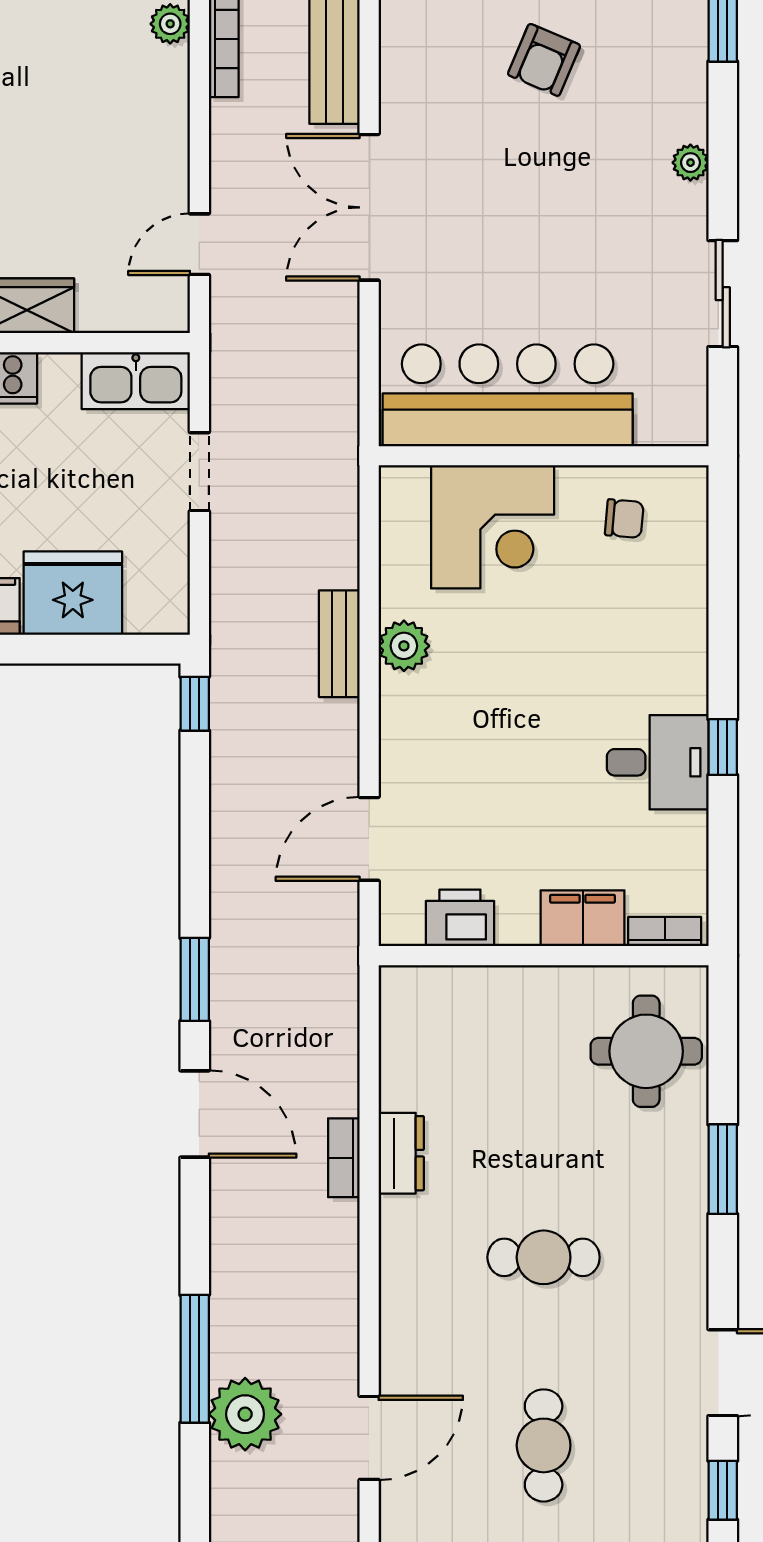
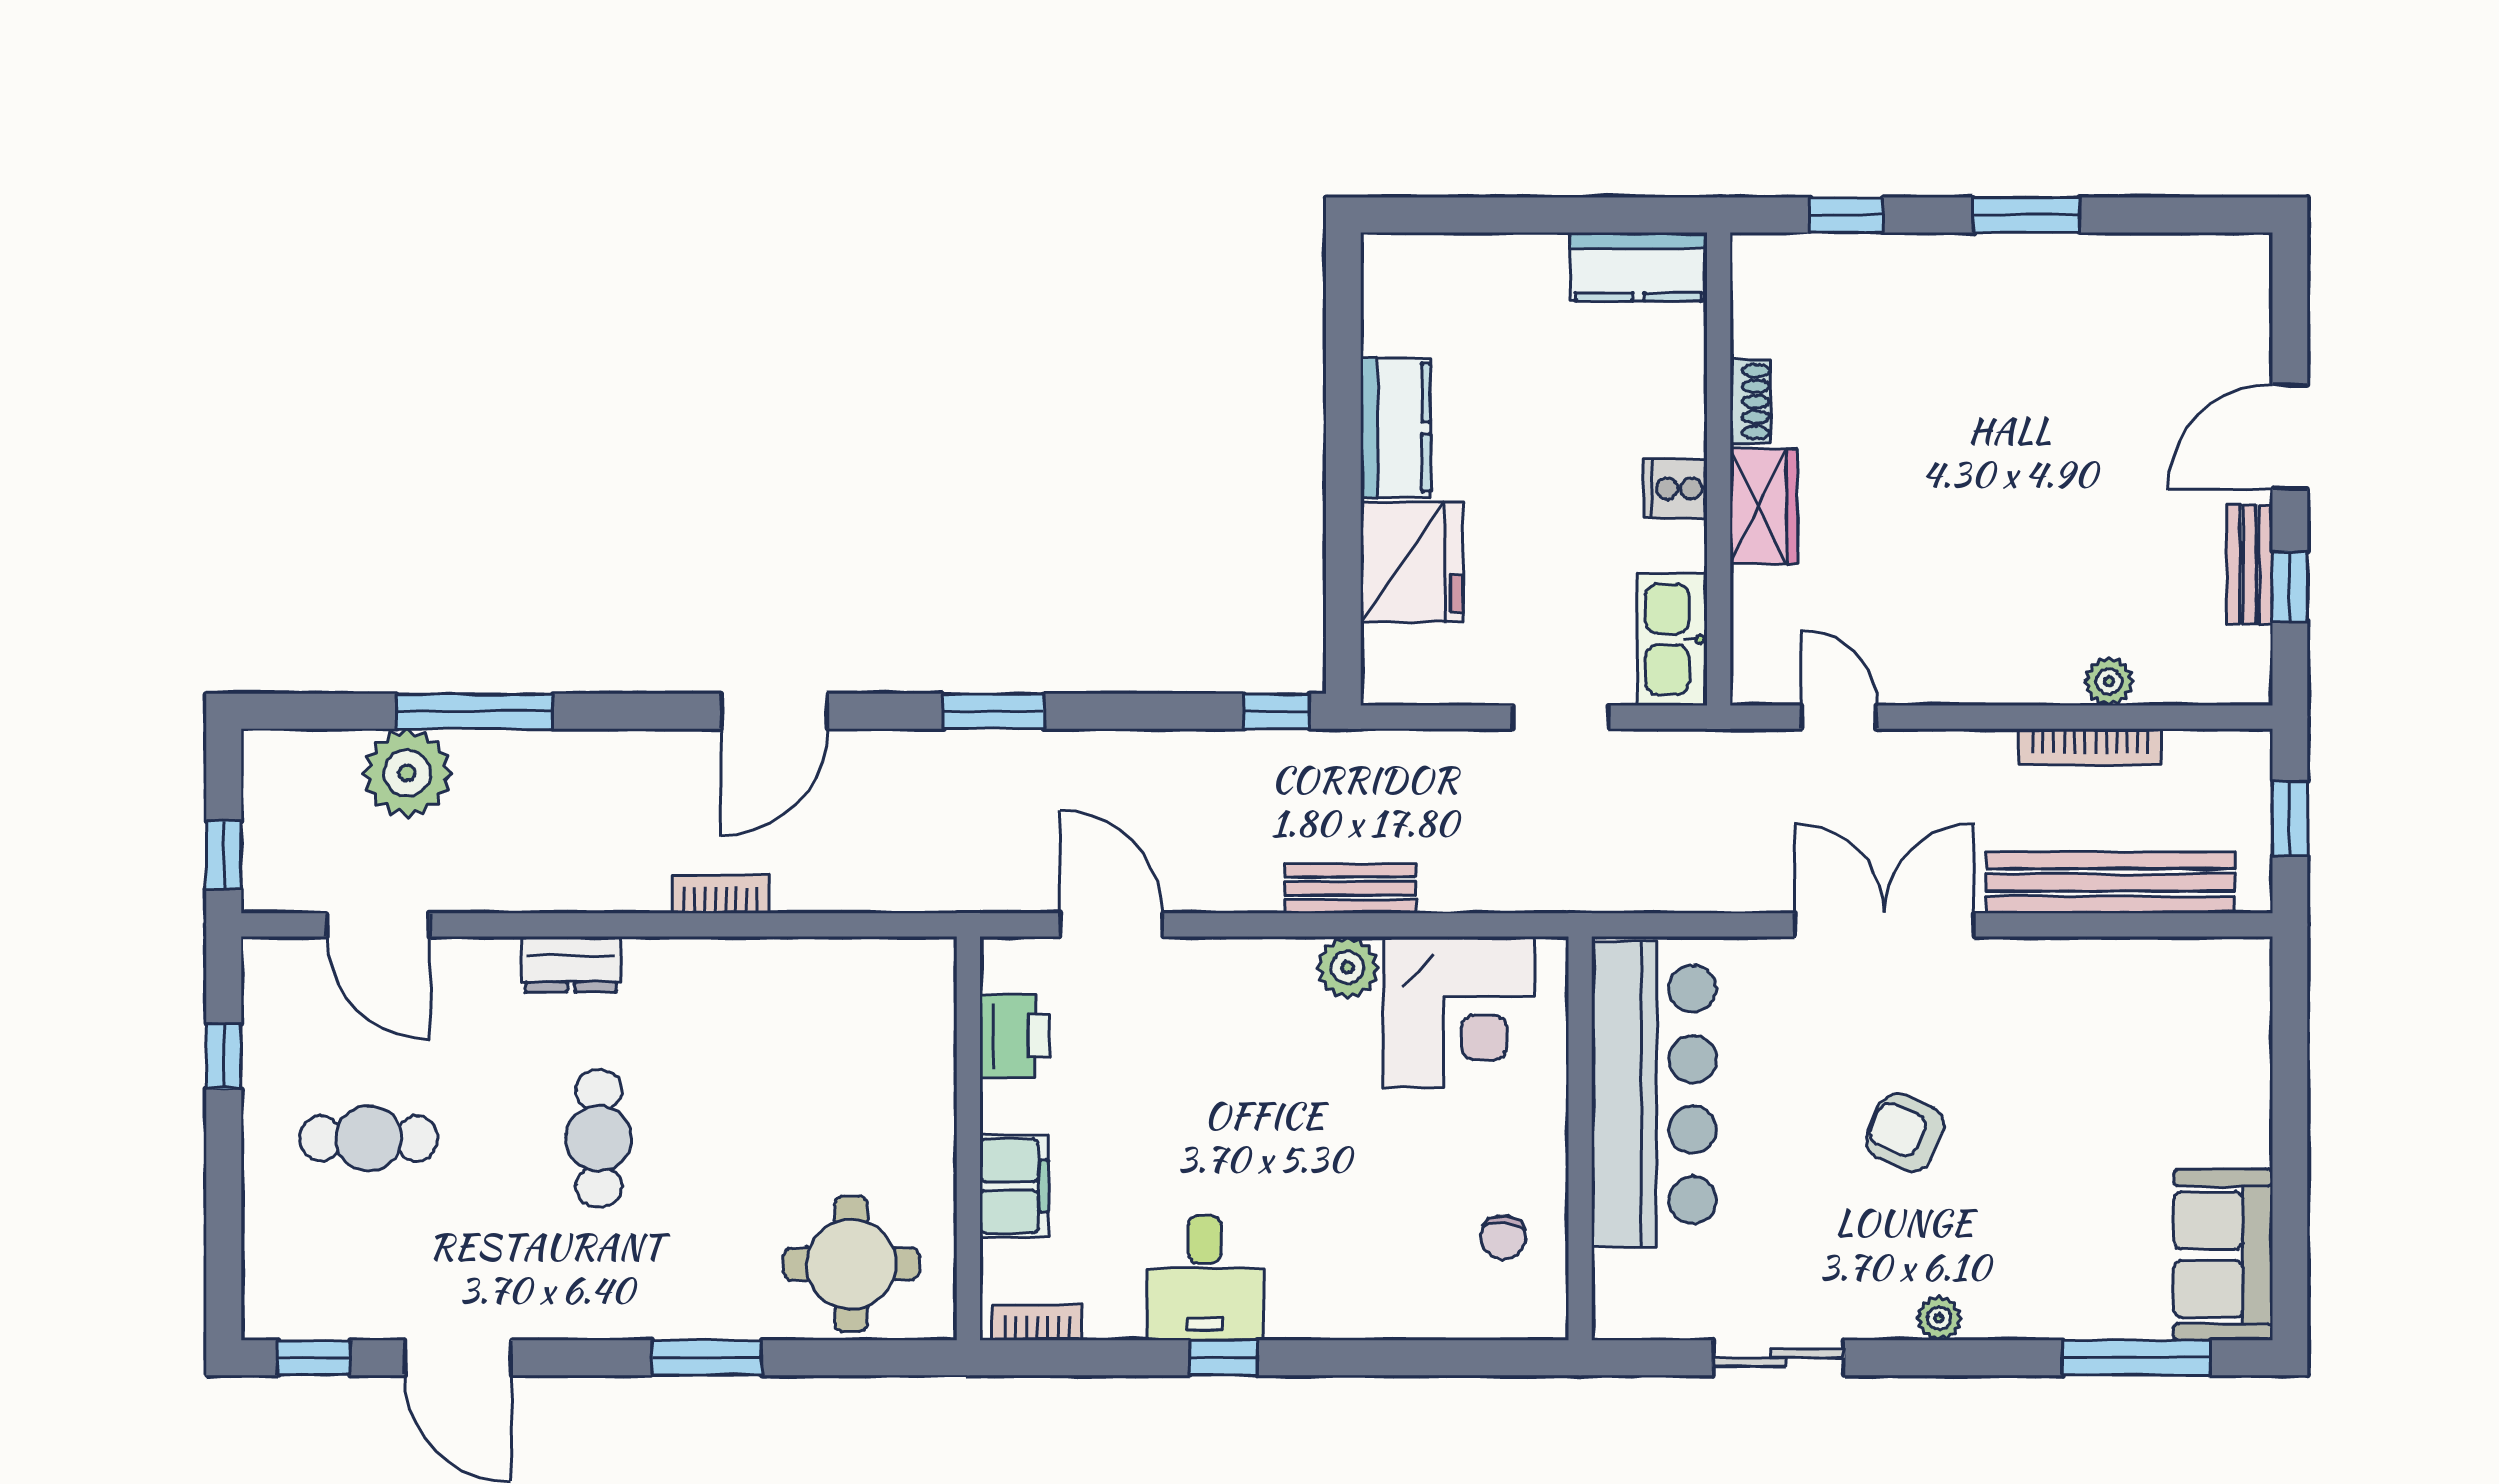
armchair: (544, 60) -> (1905, 1133), moved
corner desk: (493, 527) -> (1459, 1012), moved, turned -90
bookcase: (665, 932) -> (1037, 1322), moved, turned -90
window: (195, 979) -> (993, 711), moved
dresser: (401, 1153) -> (571, 964), moved

